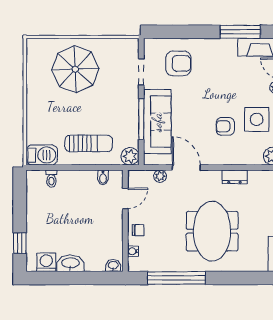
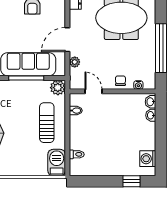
washbasin: (70, 263) -> (151, 115), moved, width x0.52, depth x0.69

